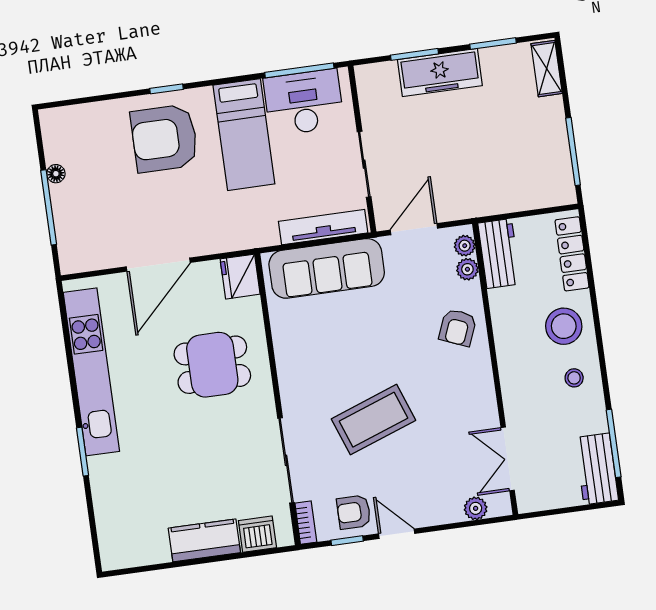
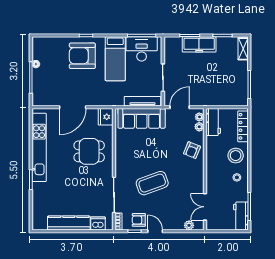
kitchen counter: (204, 540) -> (69, 223), width x1.50

